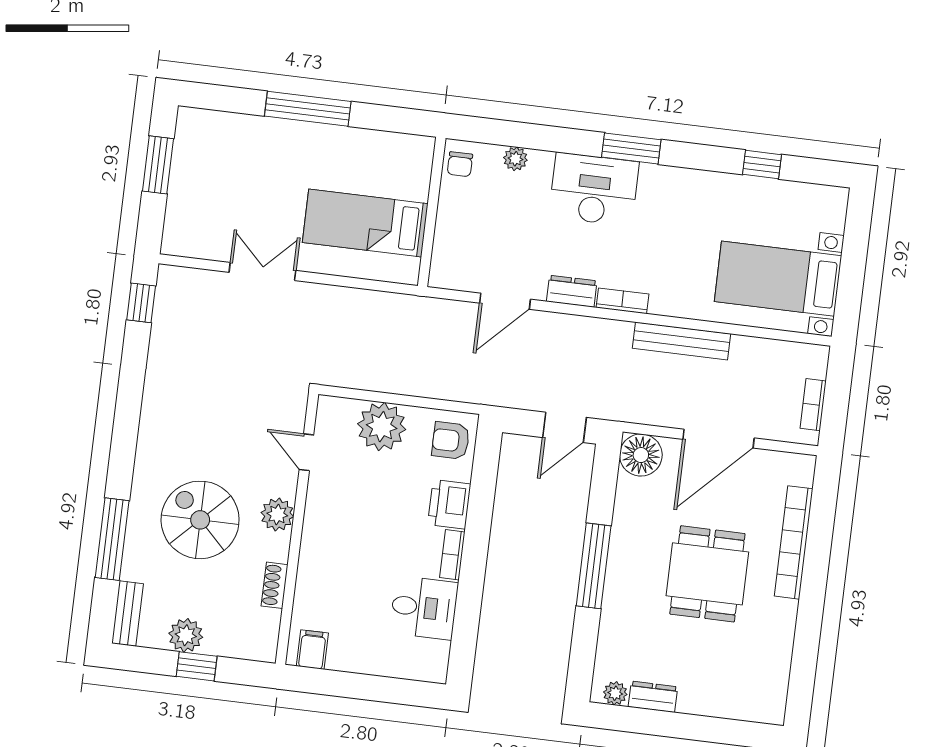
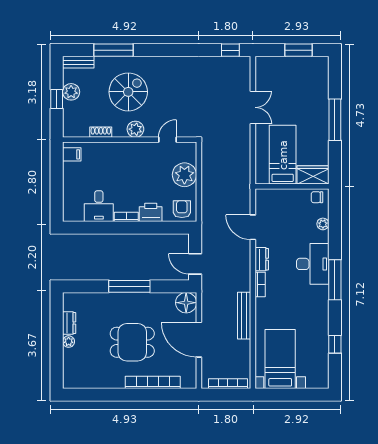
window: (631, 148) -> (335, 280), width x1.44
wardrobe: (414, 167) -> (313, 175), added
bookcase: (813, 405) -> (228, 384), width x1.56
plant: (615, 693) -> (69, 342), moved

